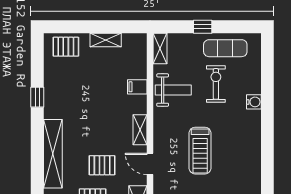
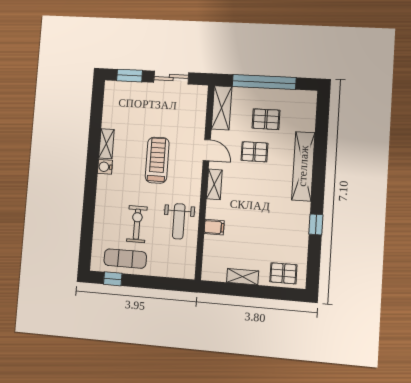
window: (203, 27) -> (113, 279), moved
shelving: (160, 48) -> (106, 144), moved
exercise bike: (216, 84) -> (137, 224), turned 180
weight bench: (173, 90) -> (179, 221), turned -90
water cooler: (254, 102) -> (105, 167), moved

